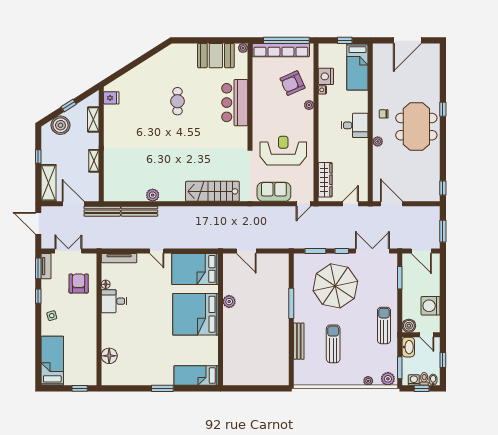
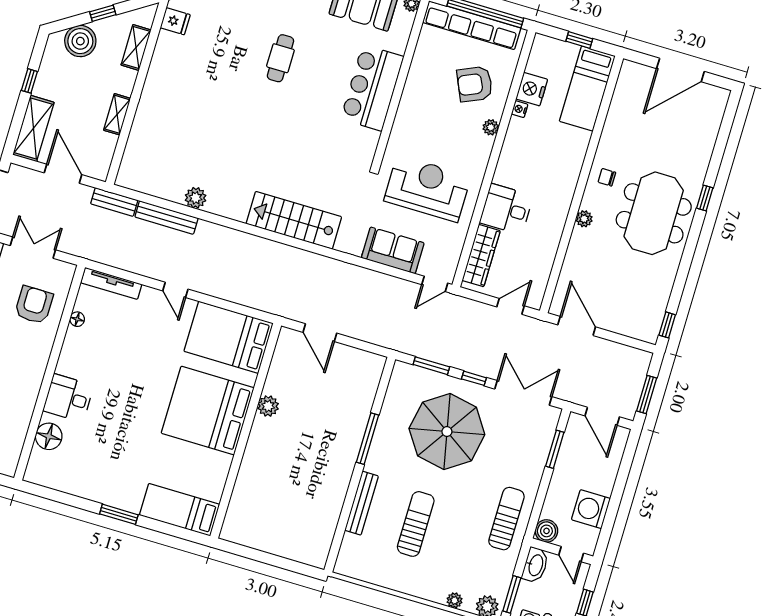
desk: (355, 125) -> (506, 209), moved, turned 180
bench: (102, 211) -> (114, 202), width x0.73
desk: (114, 301) -> (68, 398), moved

